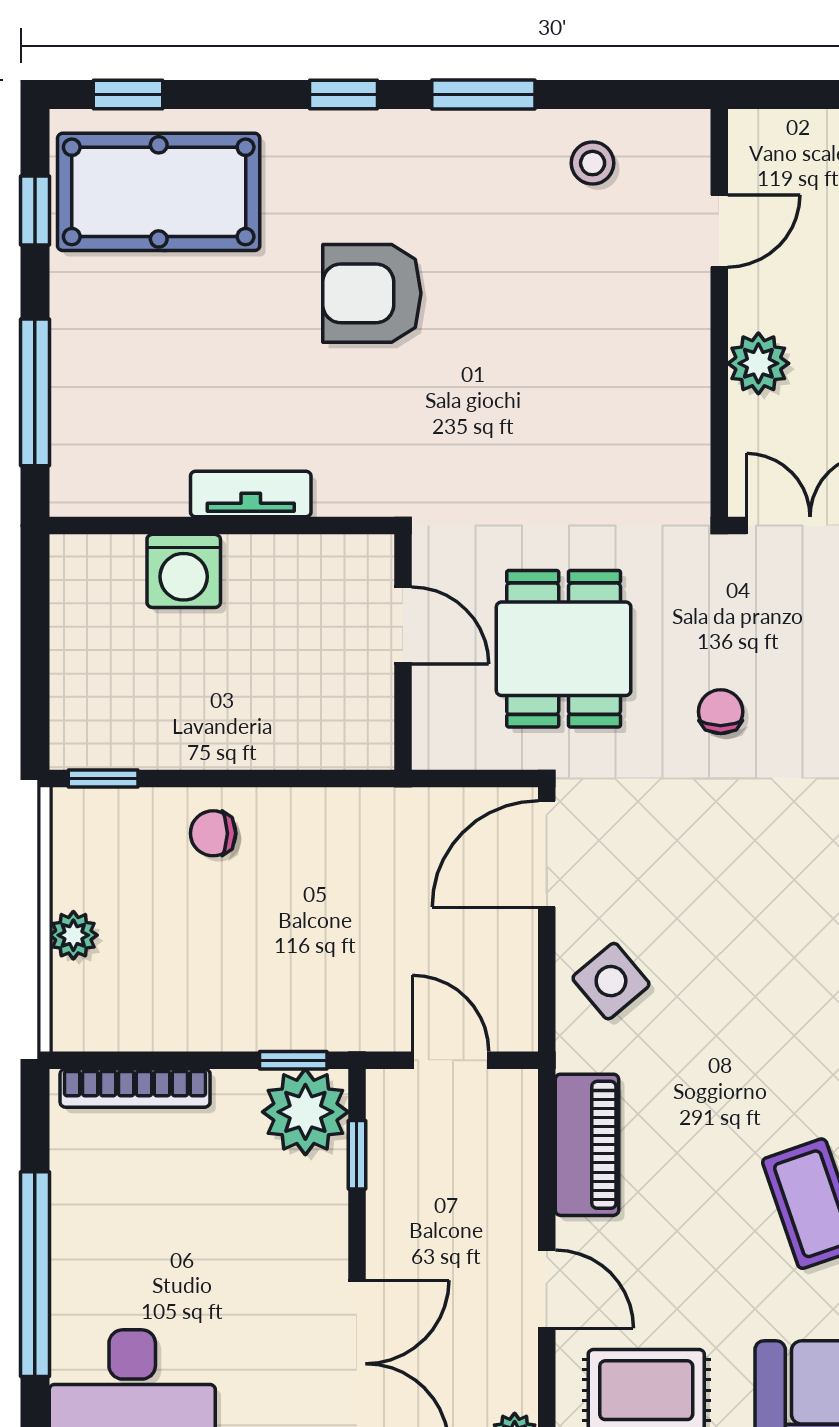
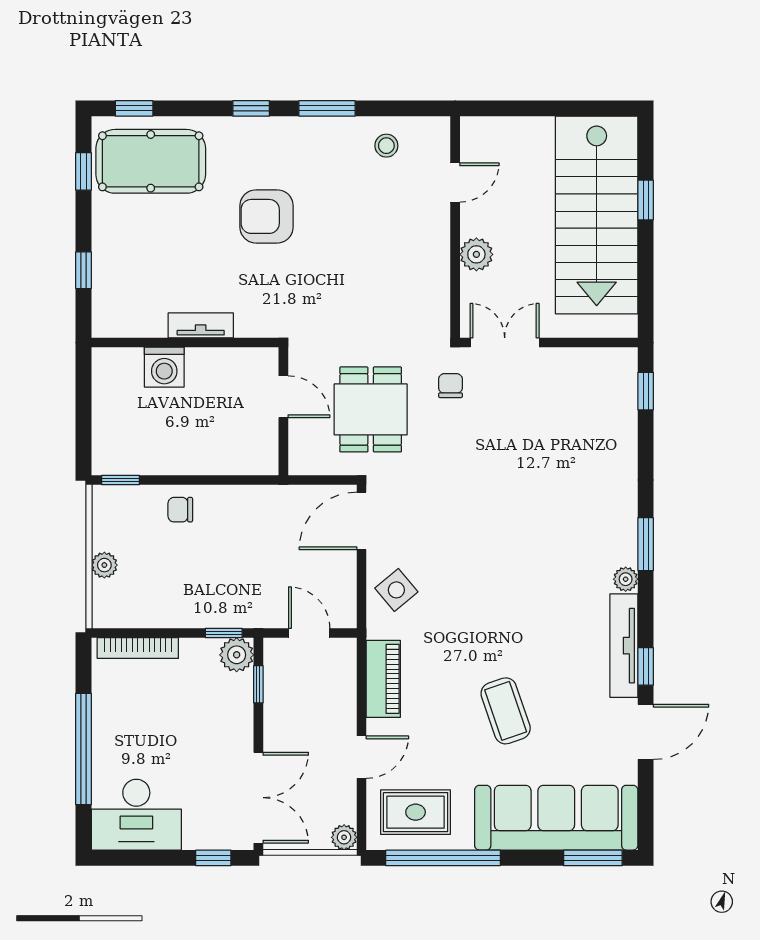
window: (35, 392) -> (84, 270), width x0.46
chair: (721, 712) -> (450, 386), moved
plant: (305, 1112) -> (237, 655), width x0.73, depth x0.73
door: (547, 1289) -> (361, 757), hinge flipped

